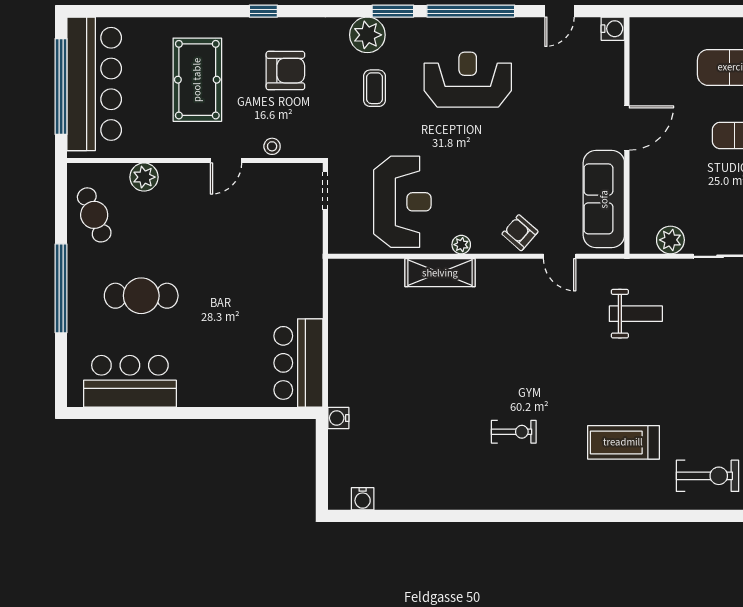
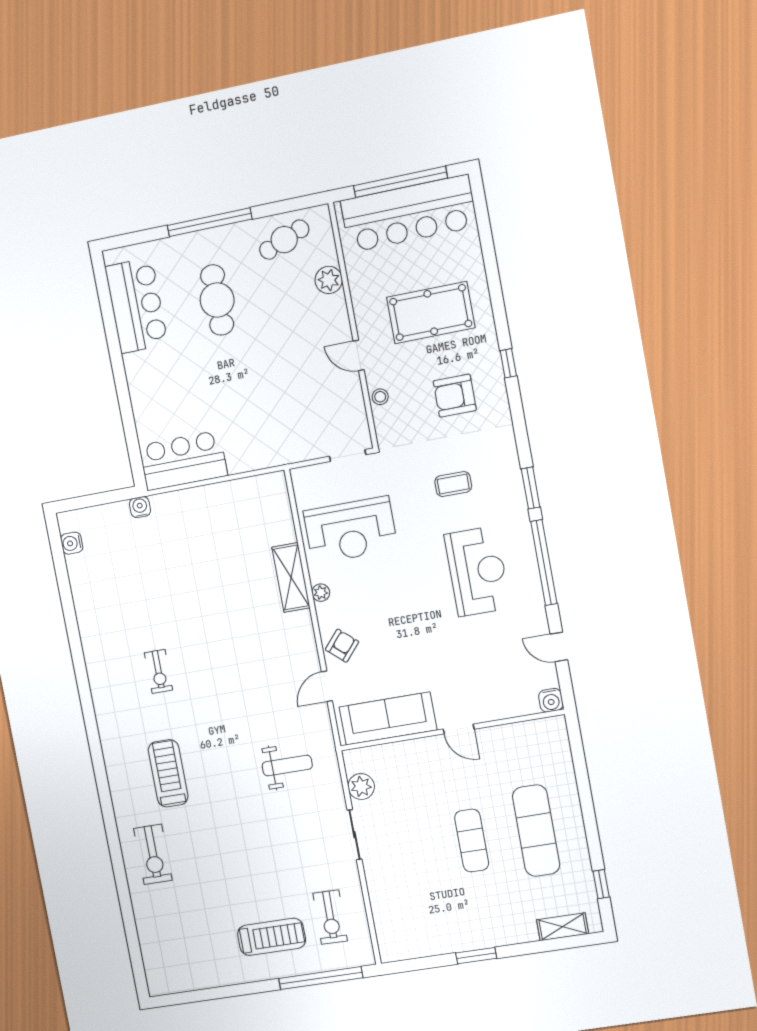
plant: (367, 35) -> (503, 468), removed
armchair: (285, 71) -> (455, 396), turned 90
door: (627, 128) -> (459, 729), width x0.73
weight bench: (636, 314) -> (287, 766), turned -90

